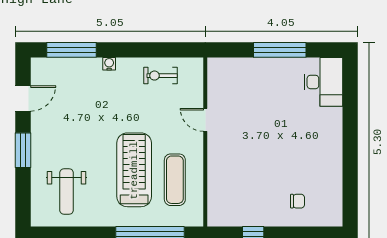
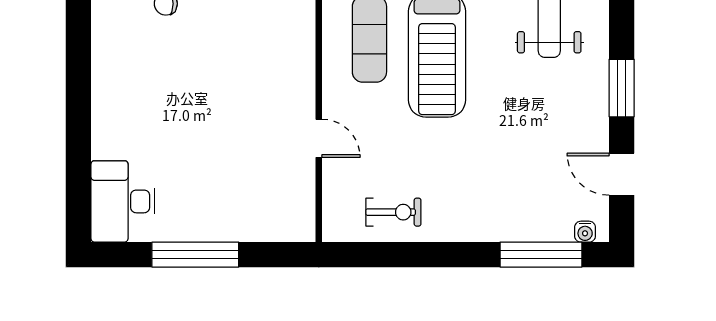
water cooler: (109, 64) -> (585, 232), moved
door: (23, 98) -> (622, 174), hinge flipped

